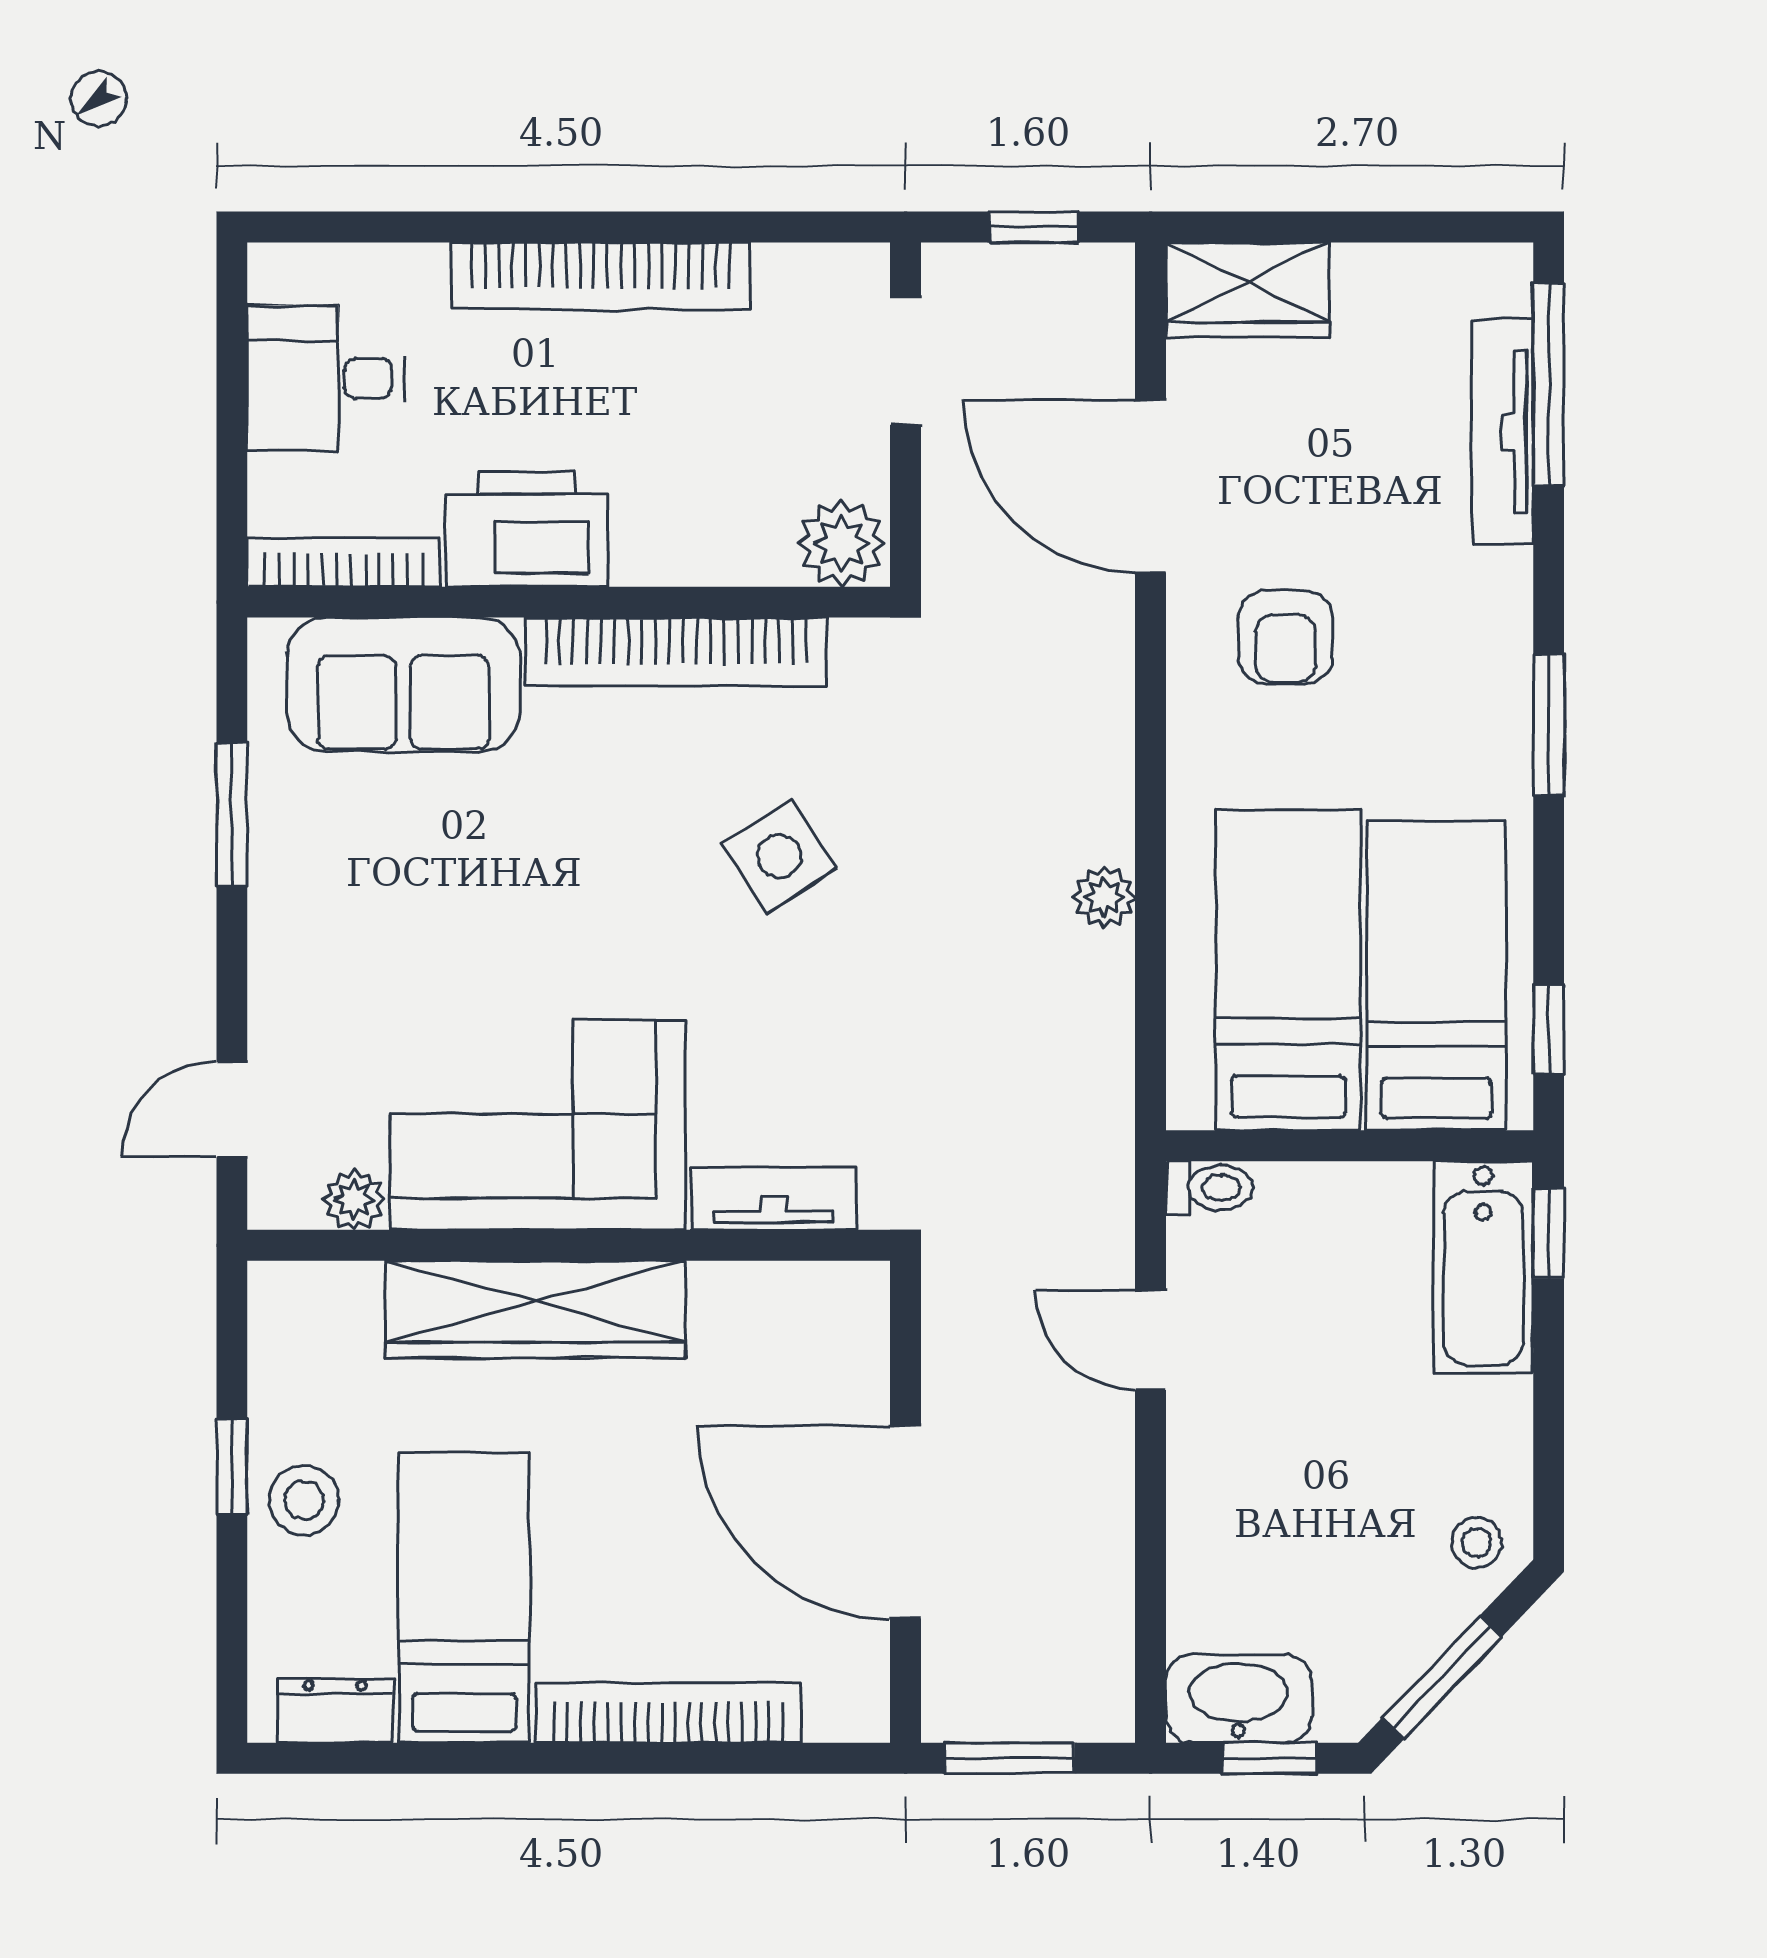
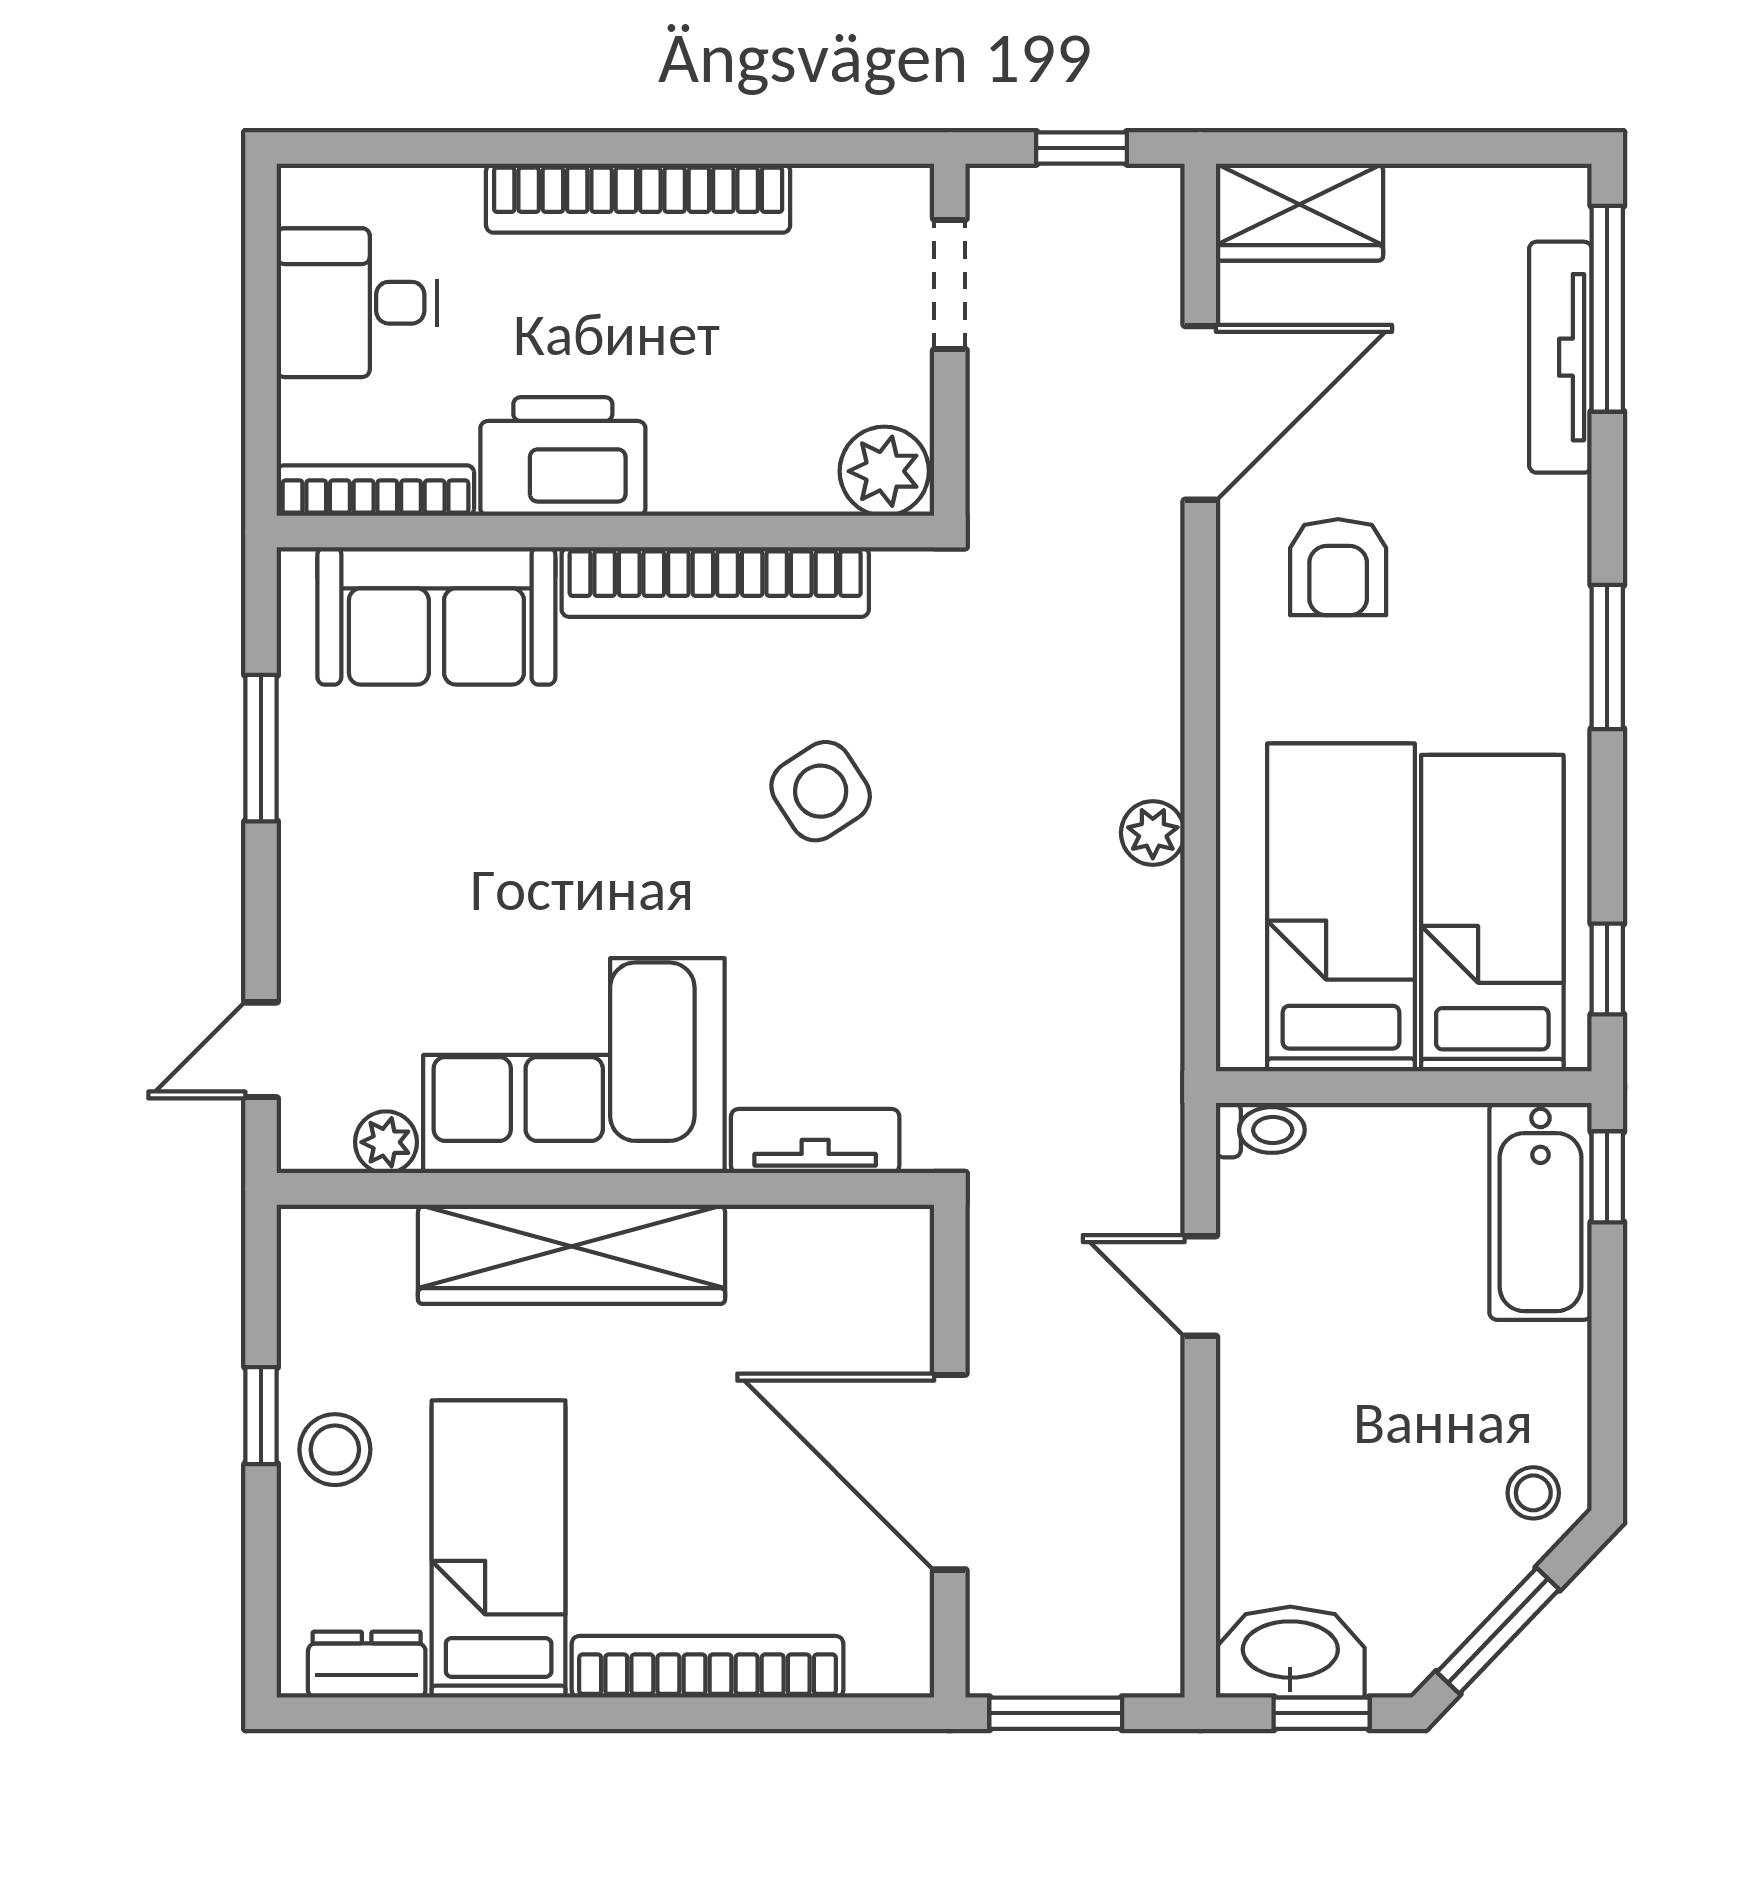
door: (1151, 486) -> (1200, 413), swing flipped

